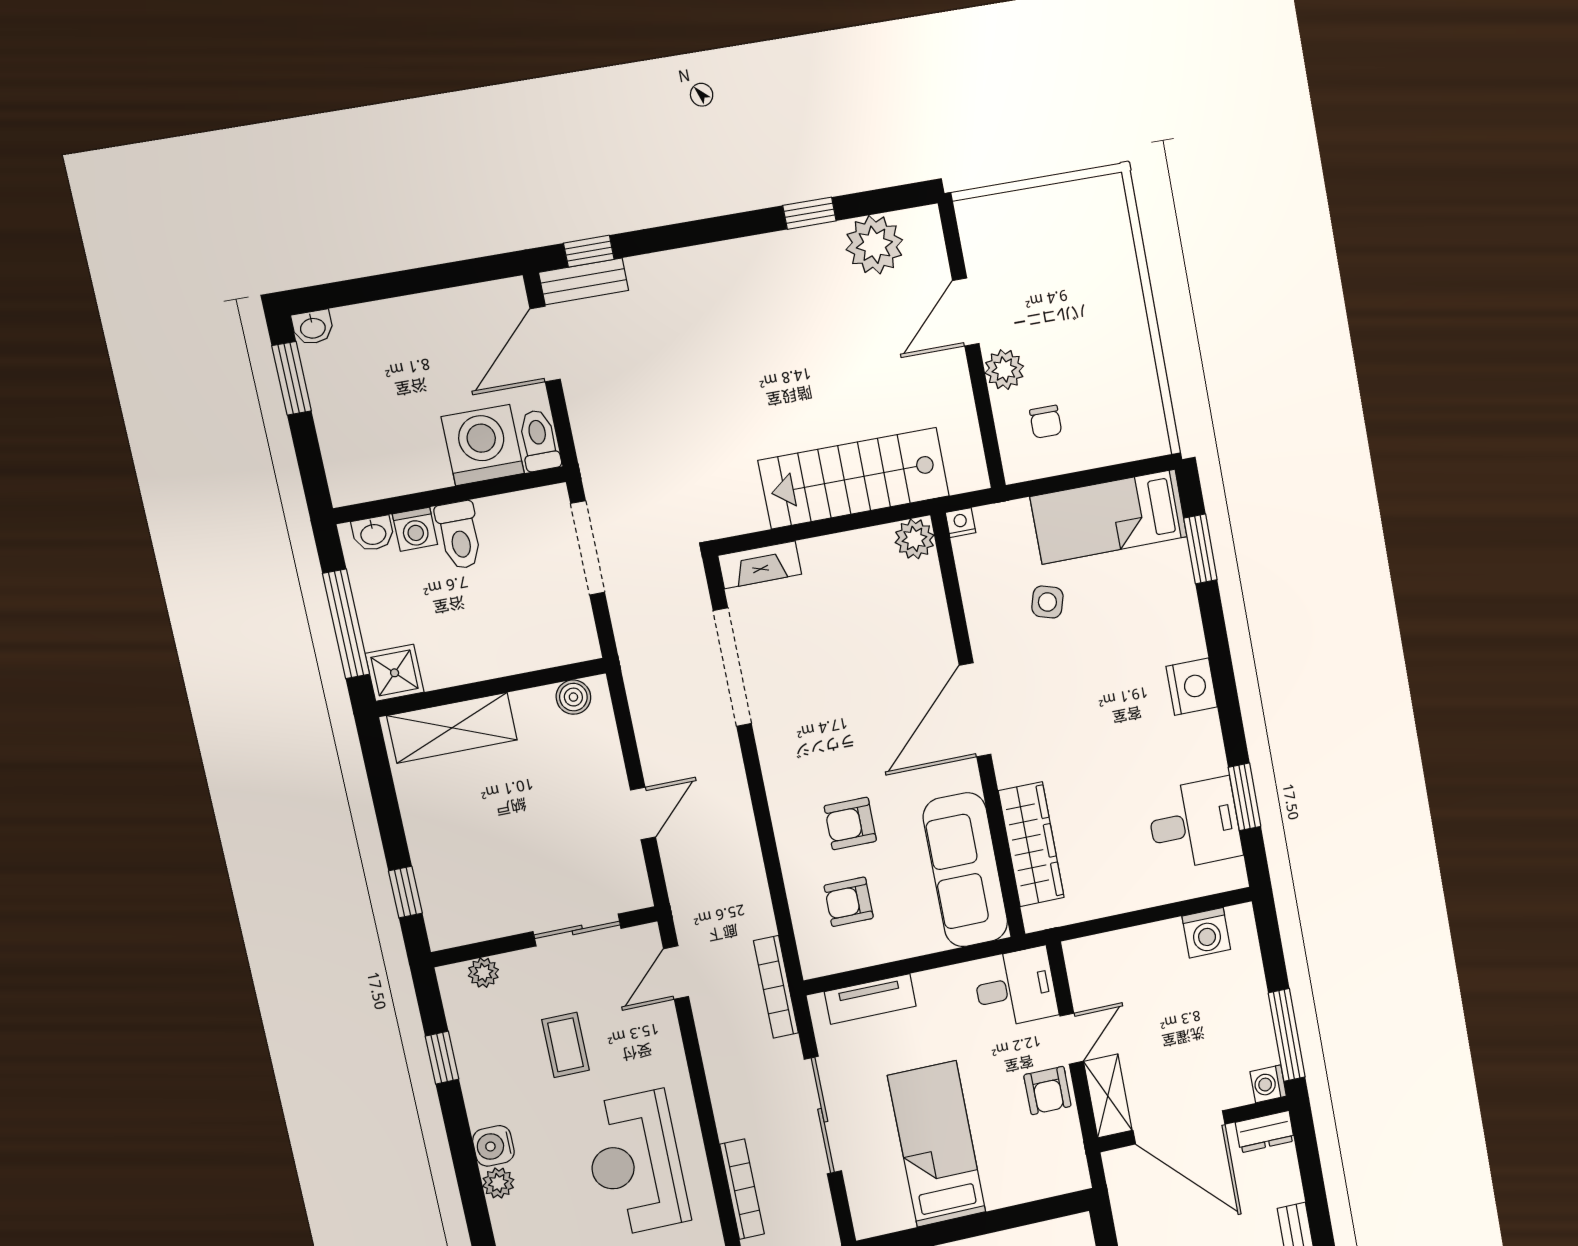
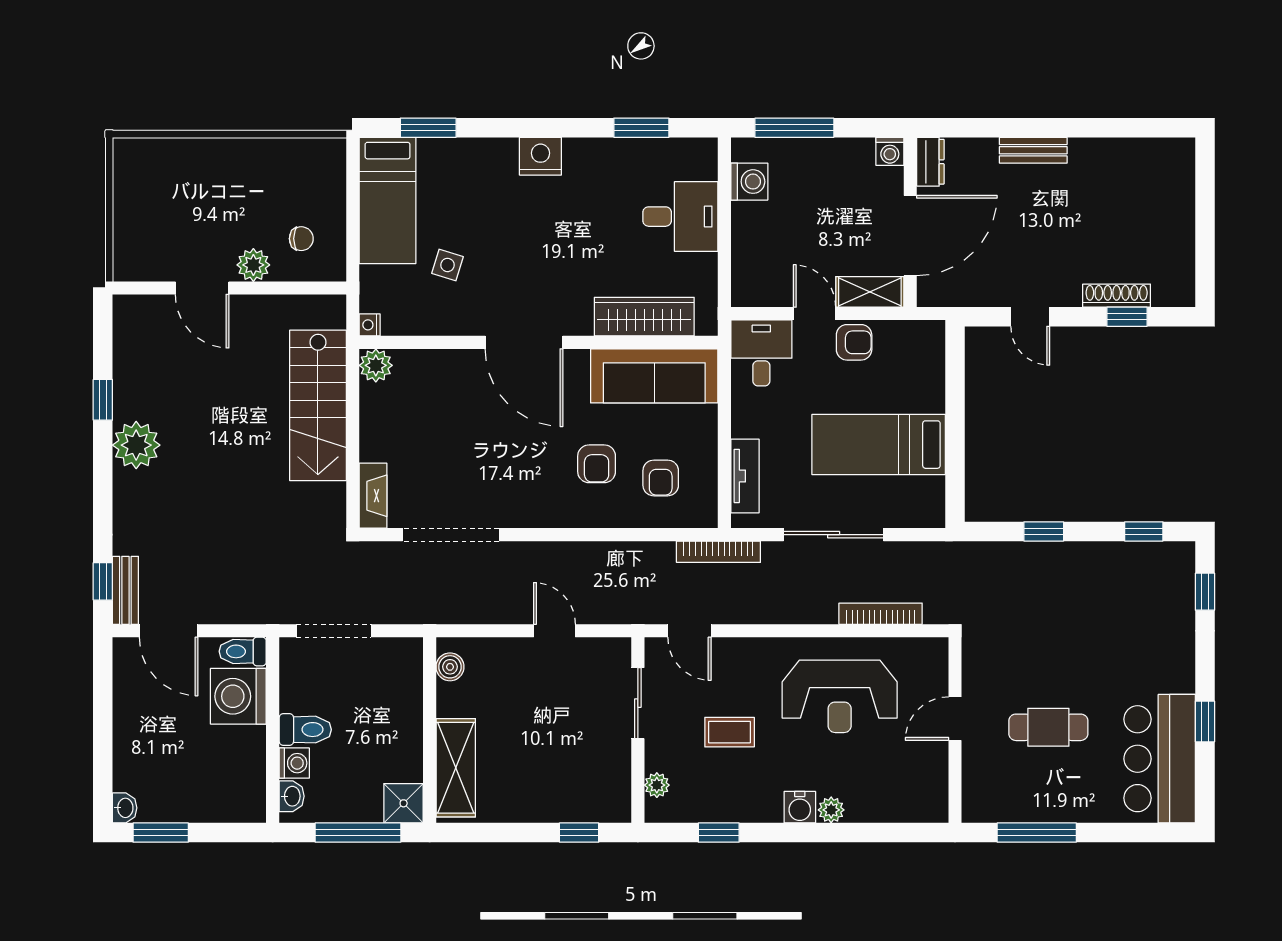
plant: (874, 245) -> (136, 445), moved
desk: (1194, 824) -> (680, 217), moved, turned 90
window: (1287, 1035) -> (794, 128), moved

